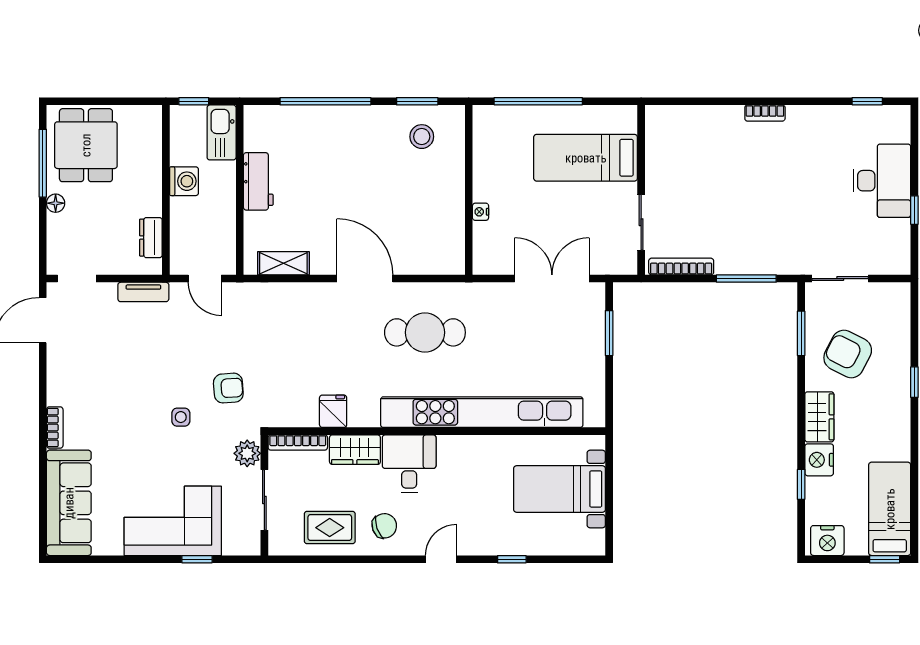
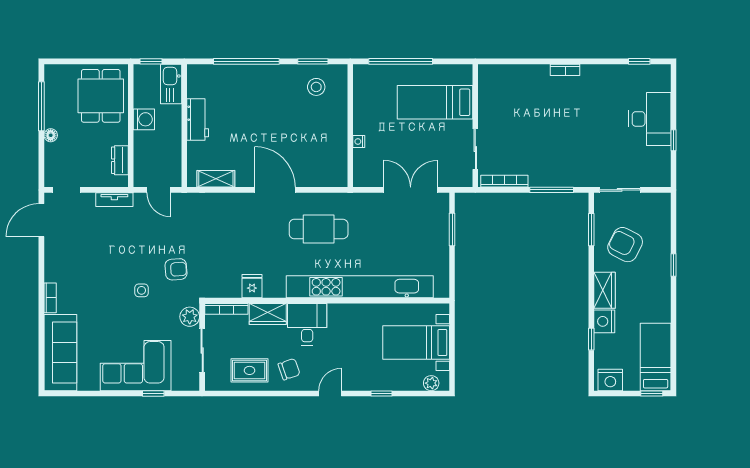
dining table: (86, 145) -> (101, 96), moved
plant: (580, 545) -> (431, 383), added

